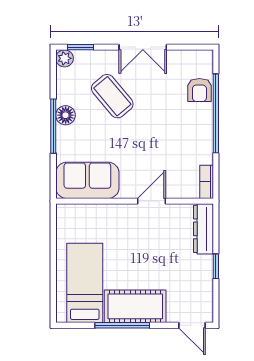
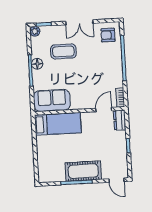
armchair: (199, 90) -> (108, 35), moved, turned 90
coffee table: (112, 96) -> (63, 51), turned -50
door: (152, 201) -> (104, 110), moved
dresser: (203, 229) -> (120, 120), width x0.70
bed: (85, 283) -> (58, 124), moved, turned 90

